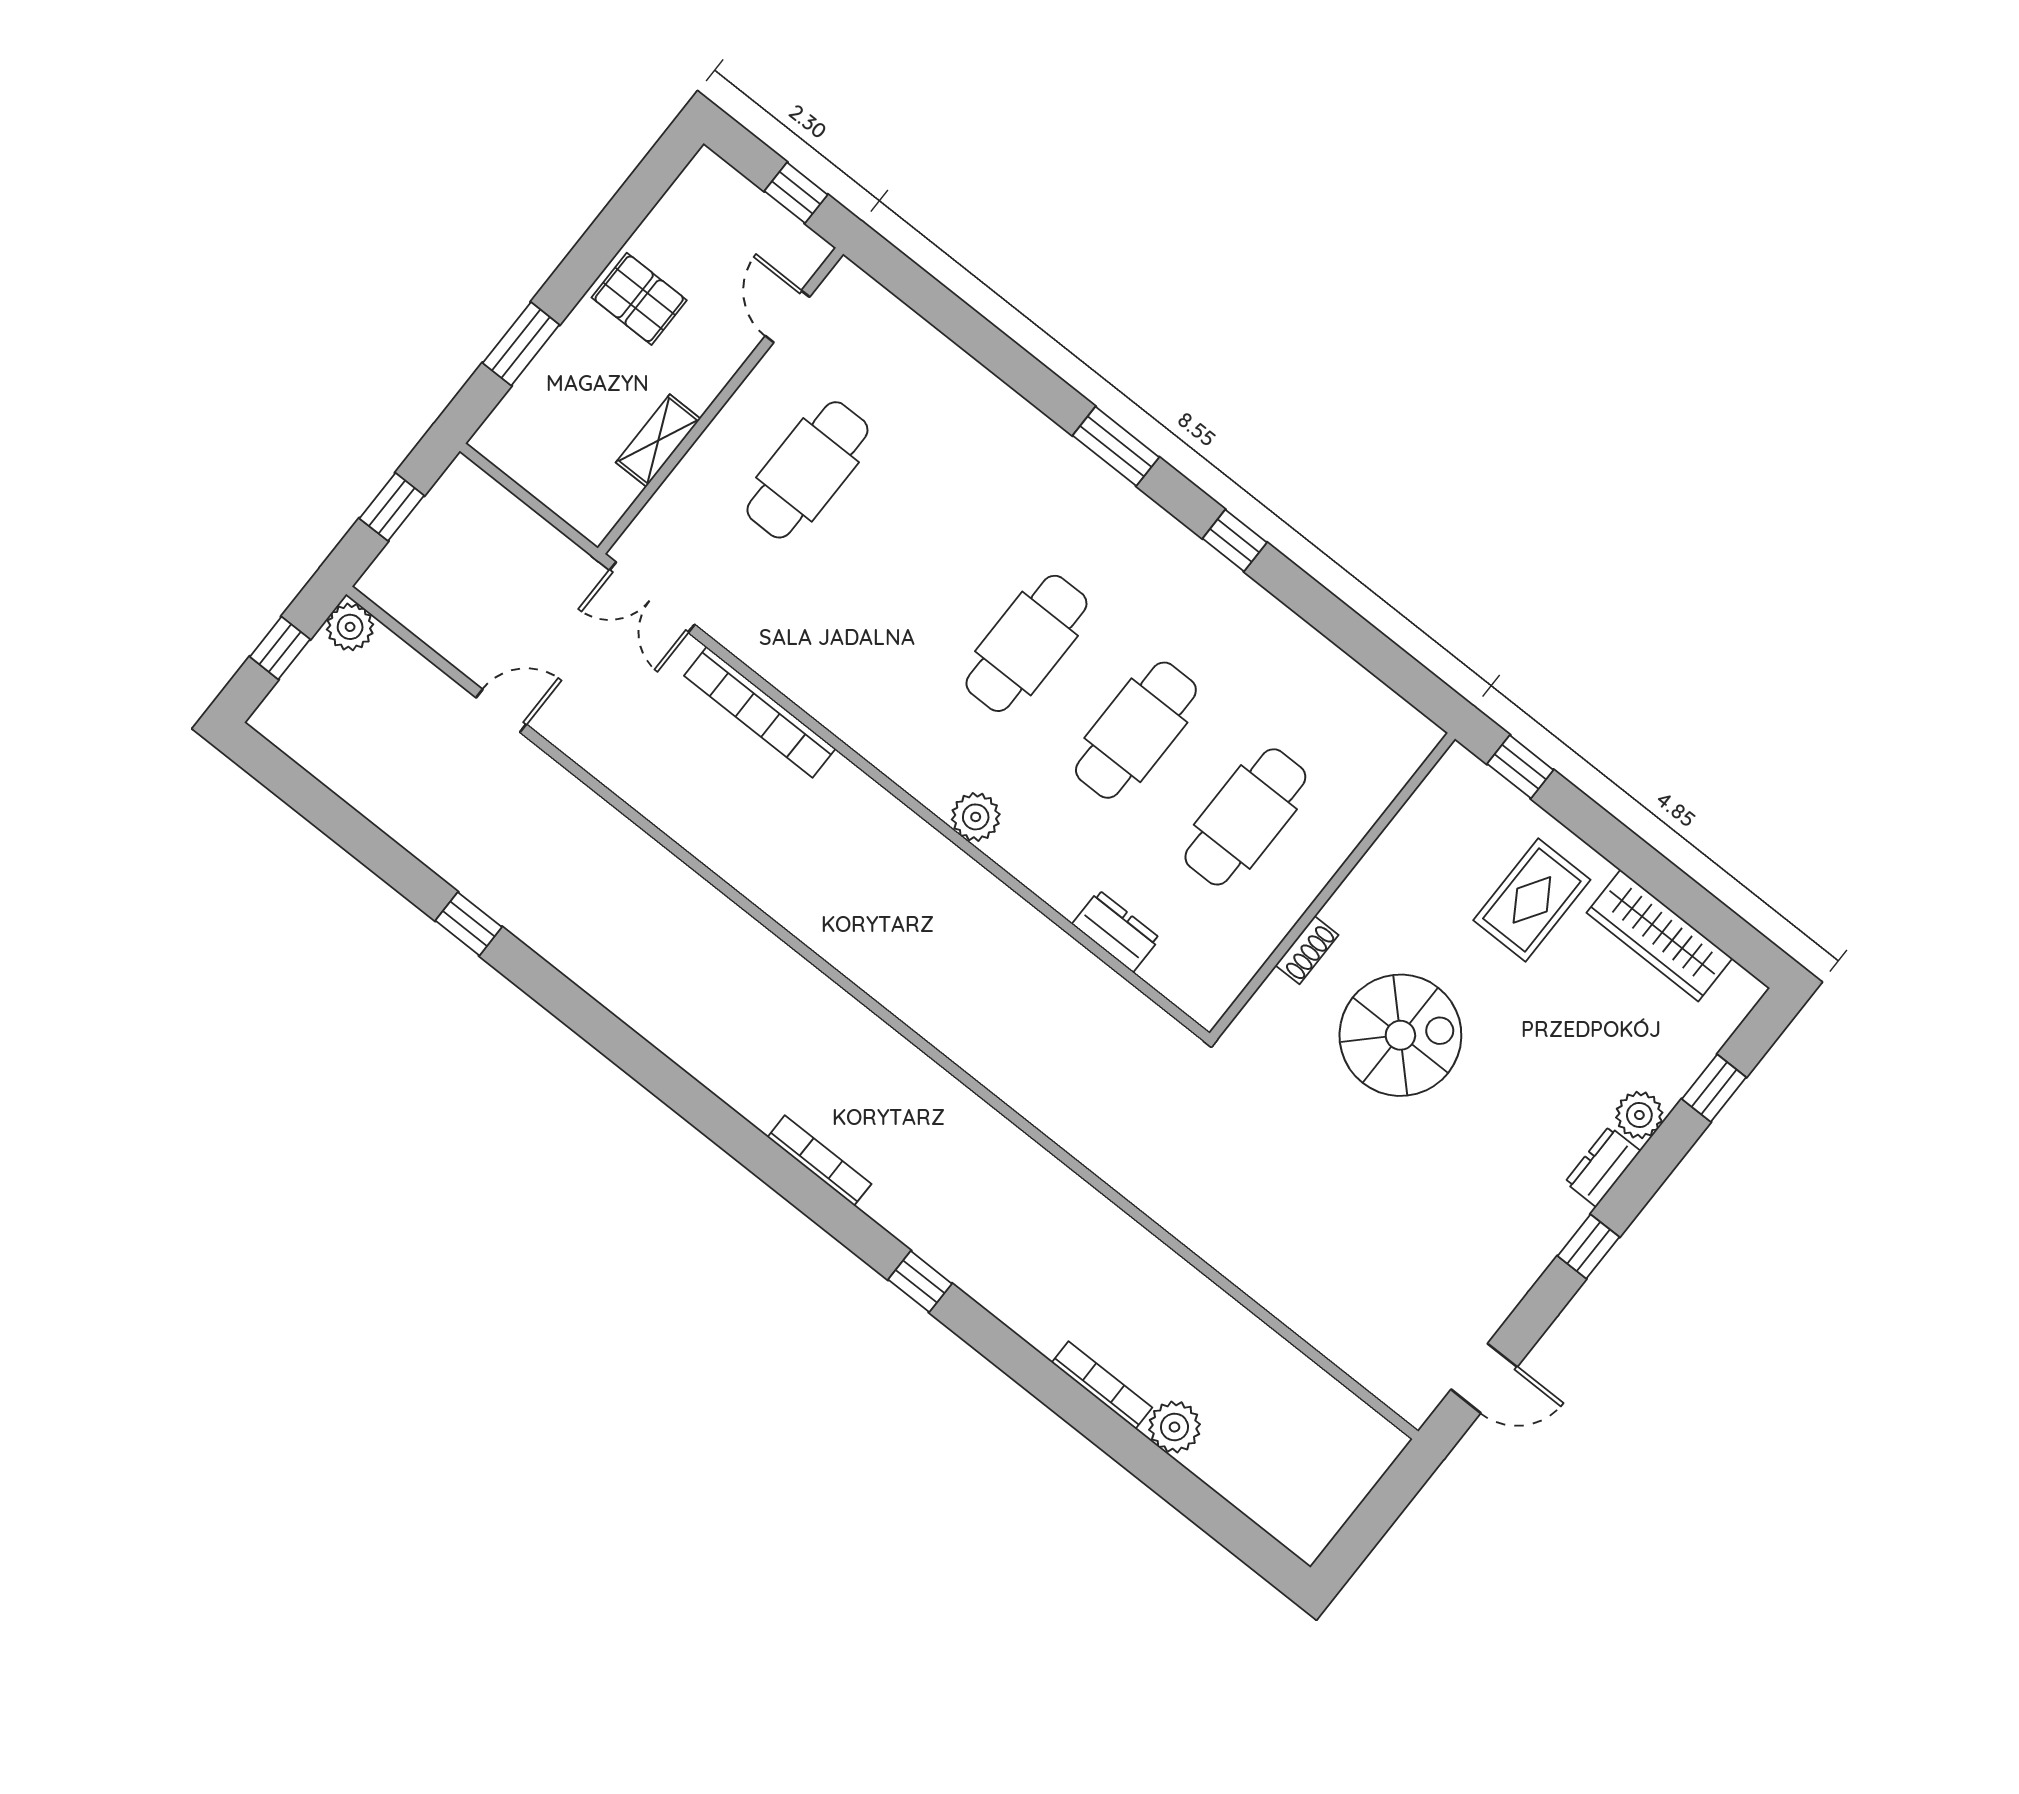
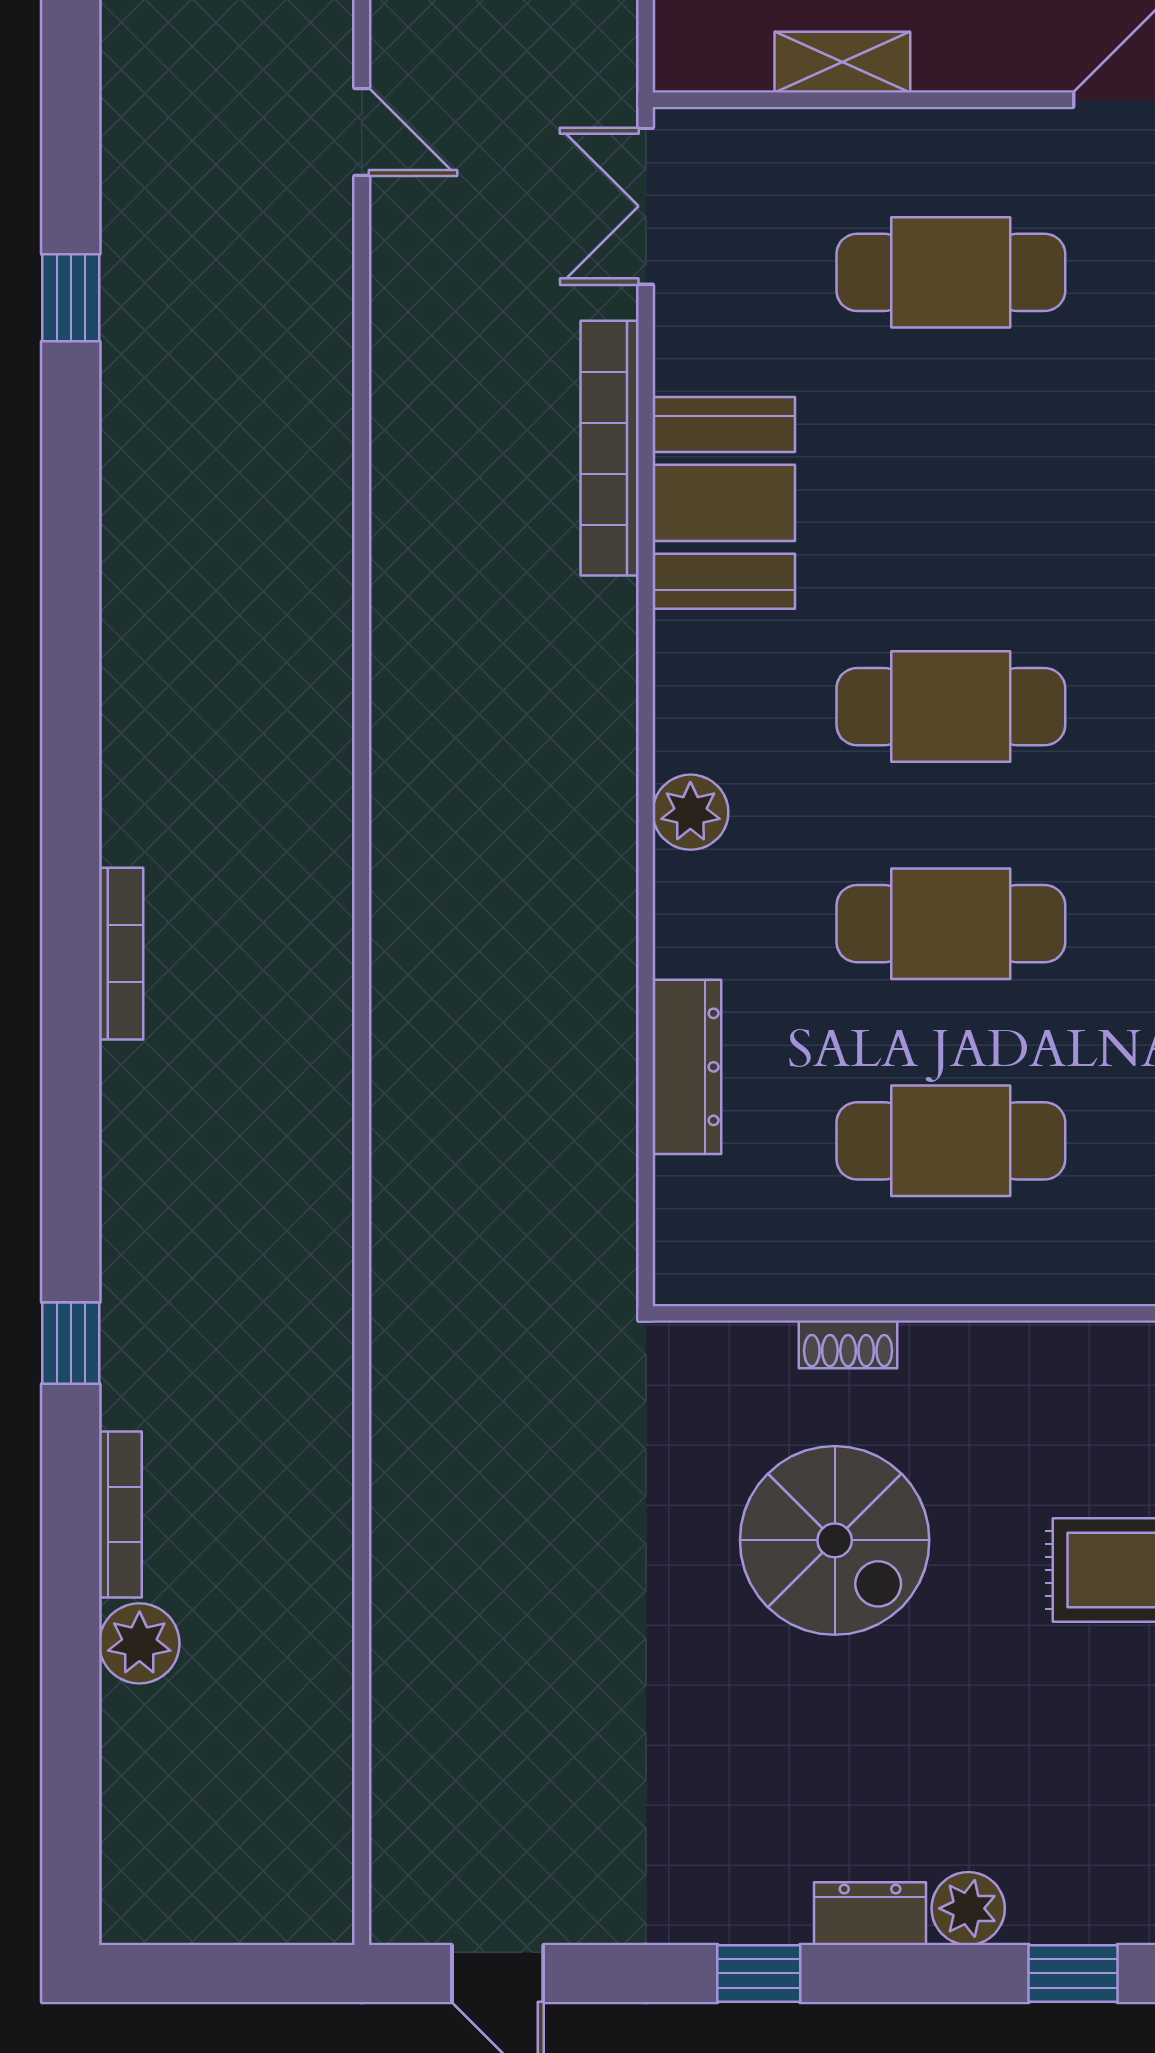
booth: (833, 676) -> (724, 503), added
dresser: (1116, 931) -> (687, 1067), width x1.44
window: (920, 1282) -> (71, 1343), moved

